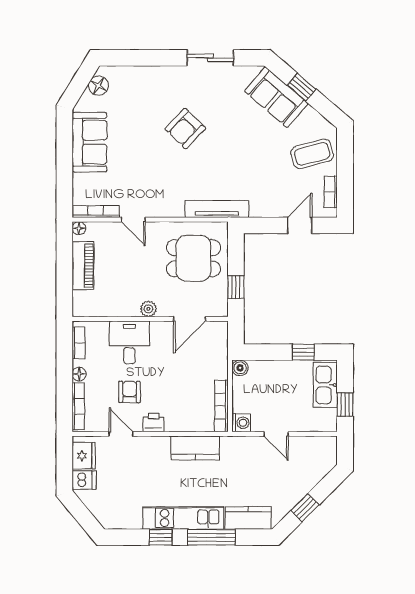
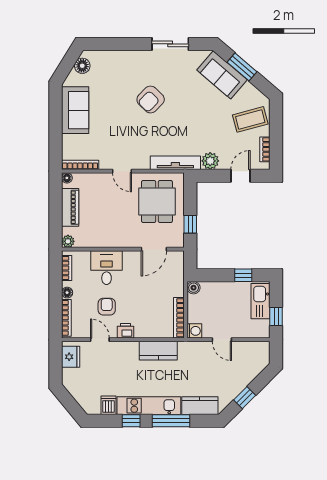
window: (302, 87) -> (242, 67), width x1.50
plant: (261, 207) -> (210, 161), added
door: (133, 220) -> (122, 171), moved
dining table: (193, 258) -> (157, 201), turned 90
plant: (148, 309) -> (68, 241), moved
dishwasher: (84, 480) -> (109, 405), moved, turned -90

